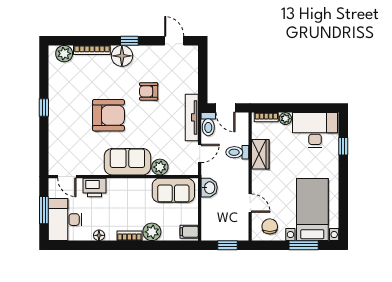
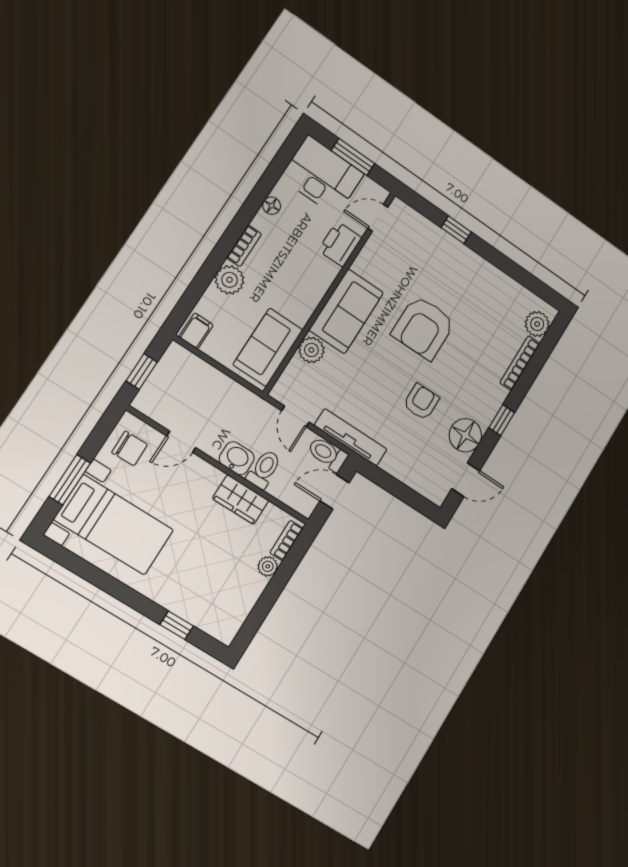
floor lamp: (122, 56) -> (465, 435), moved
window: (44, 107) -> (456, 230), moved
desk: (315, 130) -> (225, 599), removed
washbasin: (209, 188) -> (237, 458), moved, turned 180

